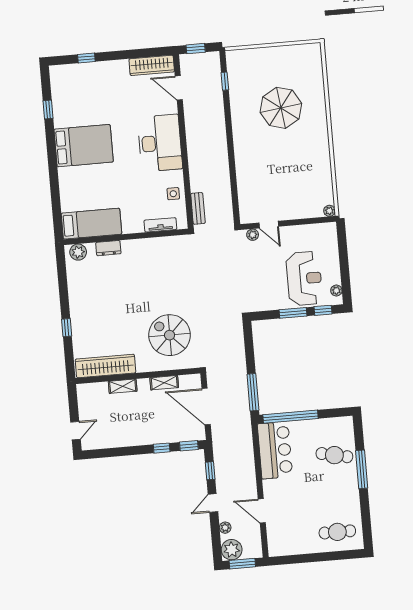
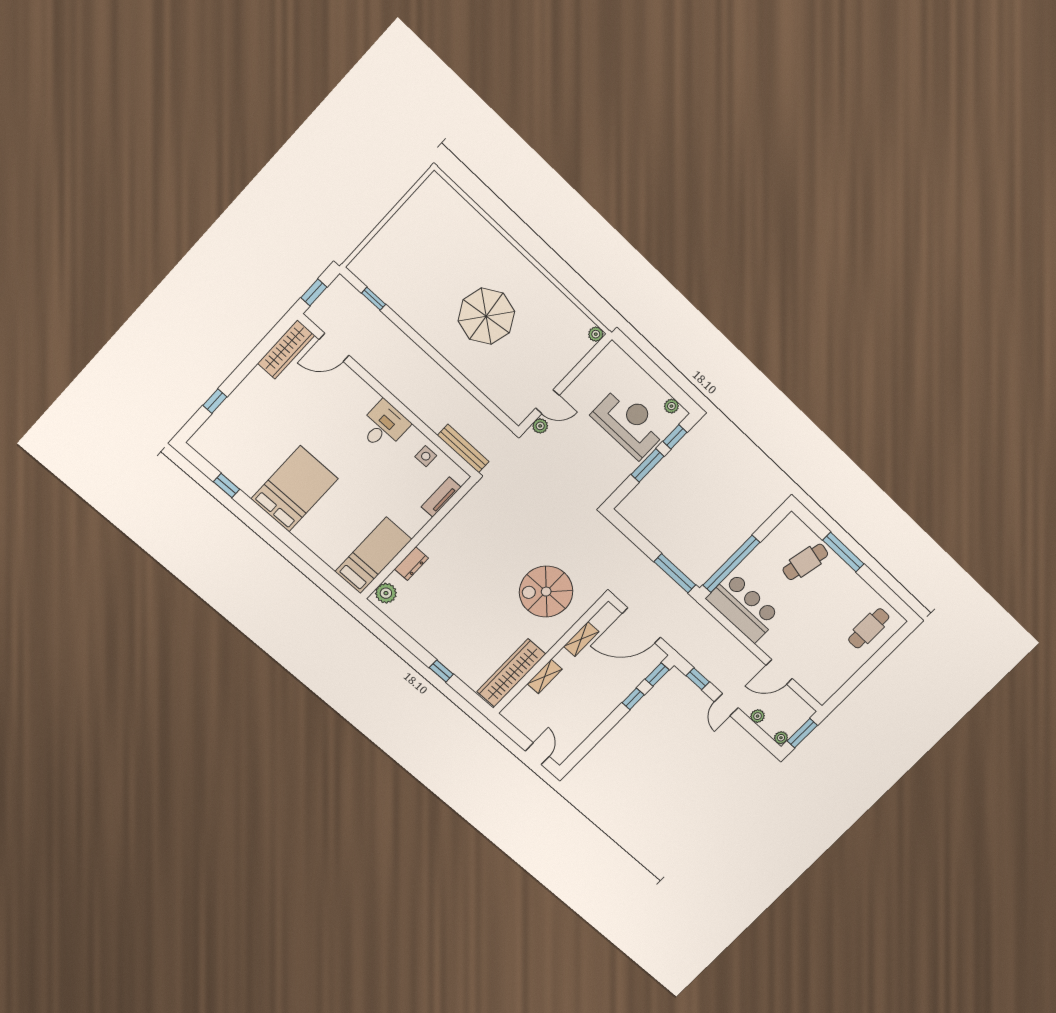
parasol: (281, 108) -> (486, 316), moved
desk: (160, 143) -> (384, 426), width x0.53, depth x0.77
bench: (198, 208) -> (463, 449), width x1.36
plant: (232, 550) -> (781, 738), width x0.53, depth x0.53

